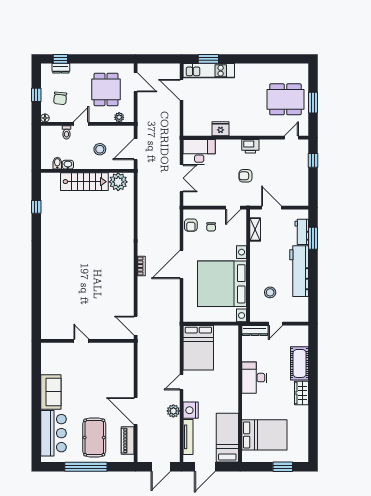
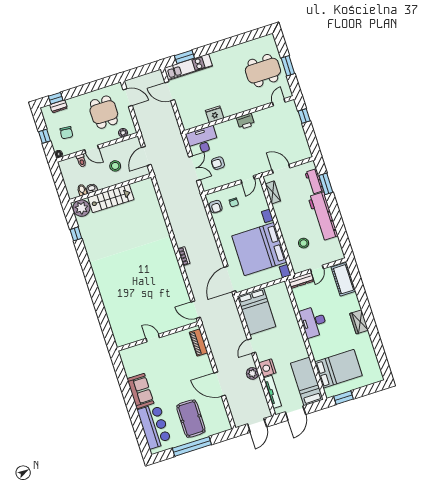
door: (81, 124) -> (92, 149), swing flipped
armchair: (245, 176) -> (218, 163), moved
plant: (118, 182) -> (81, 208), moved
door: (182, 264) -> (230, 279), moved
cot: (300, 363) -> (343, 279), moved
piano: (128, 441) -> (199, 343), moved
window: (283, 467) -> (344, 398), moved

